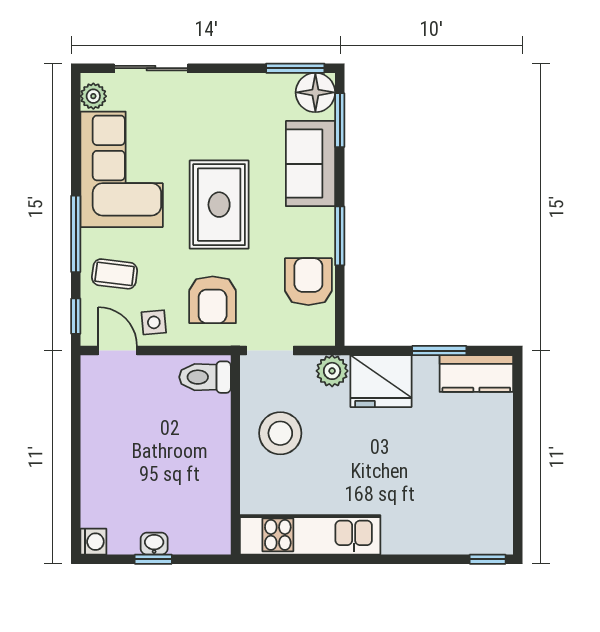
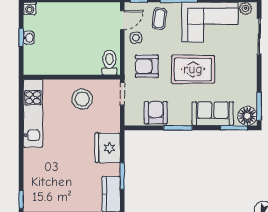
armchair: (308, 282) -> (156, 113), turned -90
plant: (332, 371) -> (112, 124), removed

